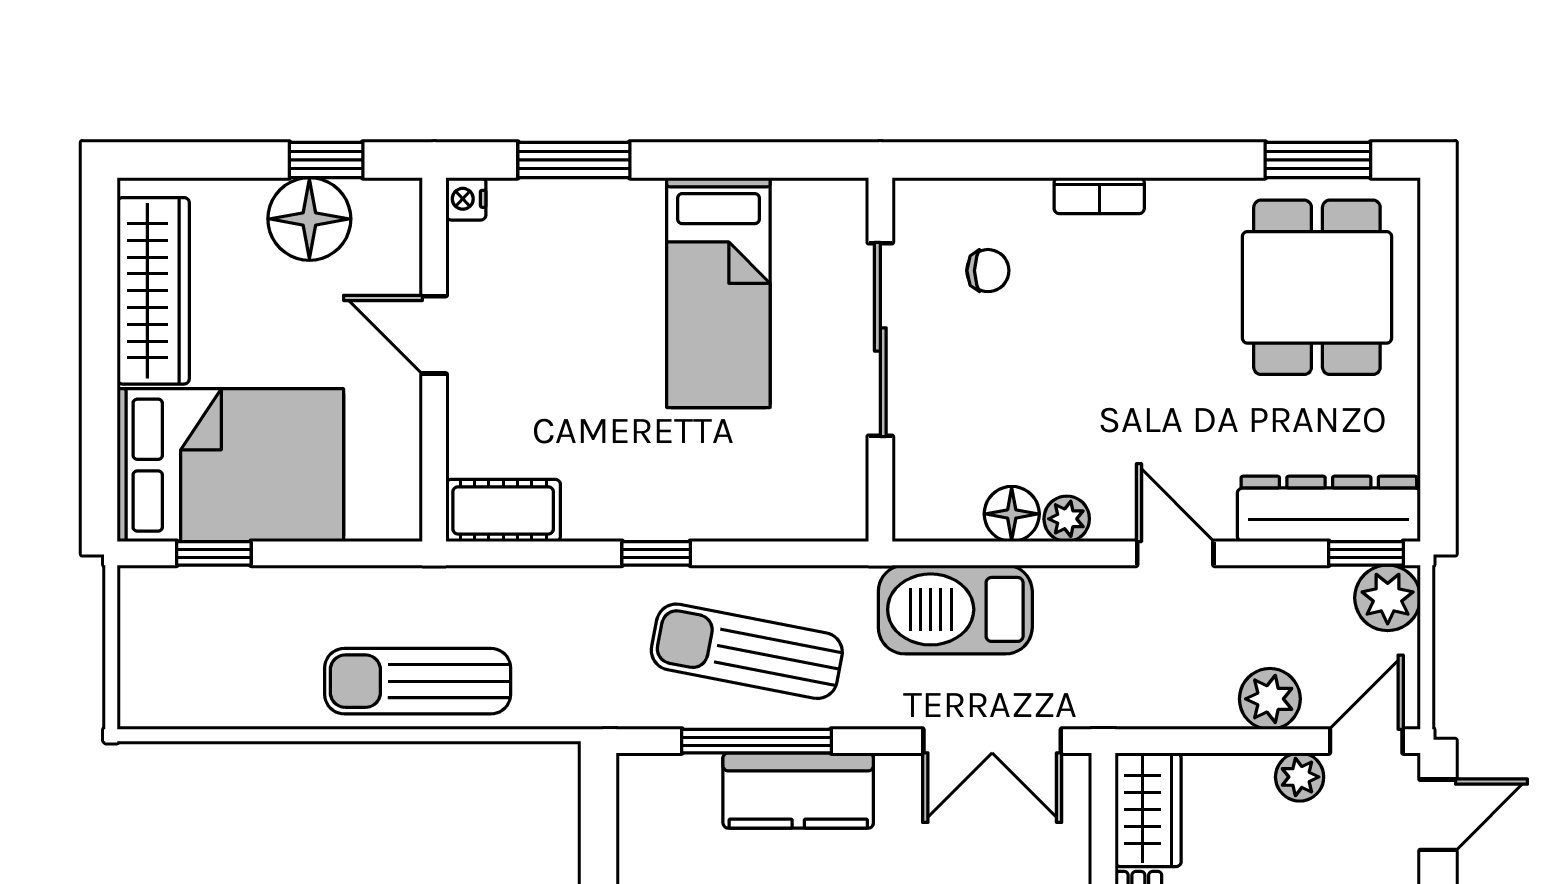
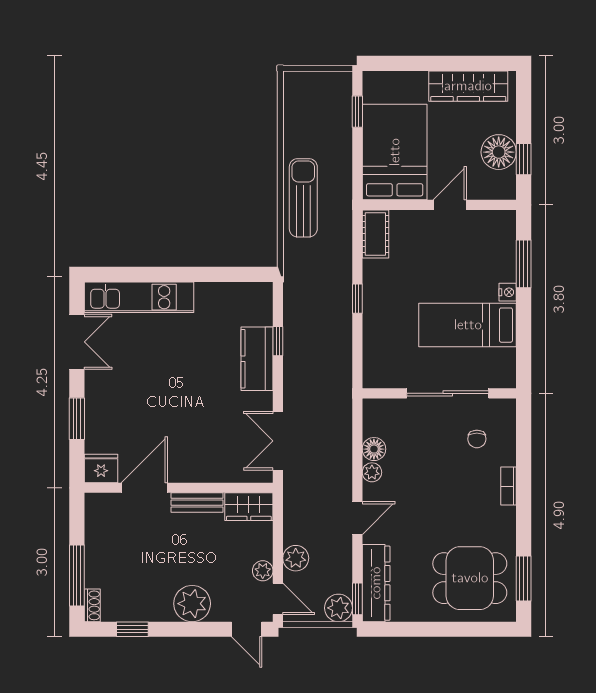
nightstand: (466, 199) -> (508, 292), moved, turned 90
bed: (230, 465) -> (395, 152), moved, turned 180
barbecue: (955, 609) -> (334, 425), removed
sun lounger: (747, 651) -> (316, 337), removed
window: (757, 741) -> (278, 341), width x0.46

